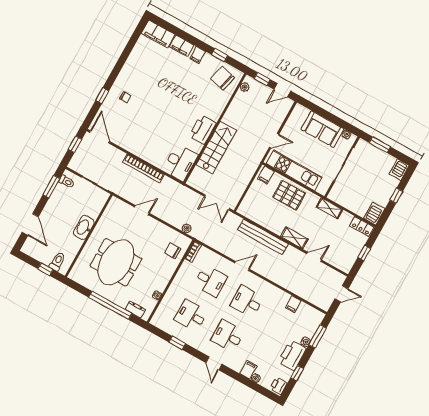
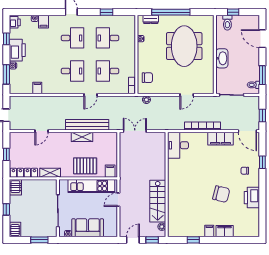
filing cabinet: (158, 34) -> (220, 139), moved, turned 180
chair: (223, 78) -> (221, 194), moved
printer: (203, 130) -> (252, 198), moved, turned 180
stairs: (216, 148) -> (158, 201), moved
locker: (362, 226) -> (24, 173), width x1.53
shelving: (294, 238) -> (82, 137), moved
desk: (191, 315) -> (108, 38), turned 180

